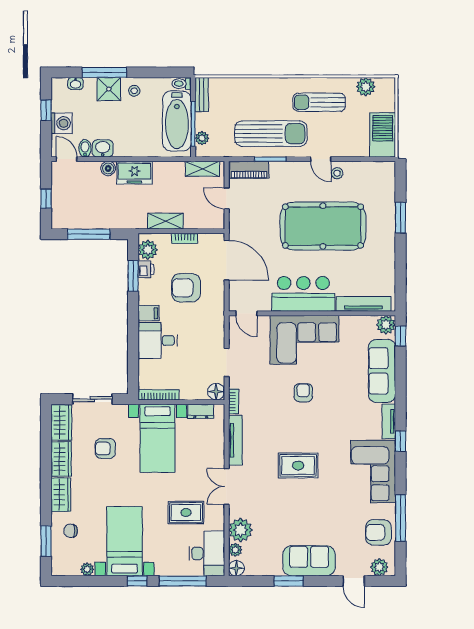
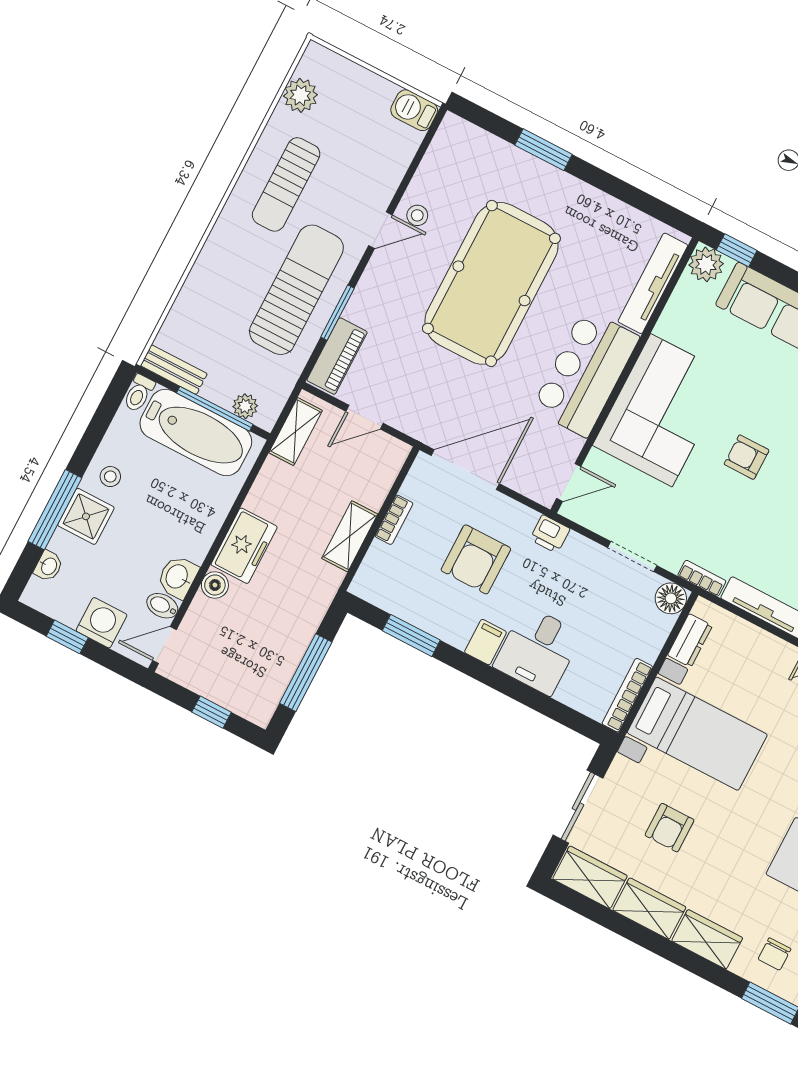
barbecue: (383, 135) -> (414, 110), width x0.53, depth x0.65
plant: (148, 250) -> (381, 589), removed
printer: (146, 269) -> (550, 534), moved, turned 180

